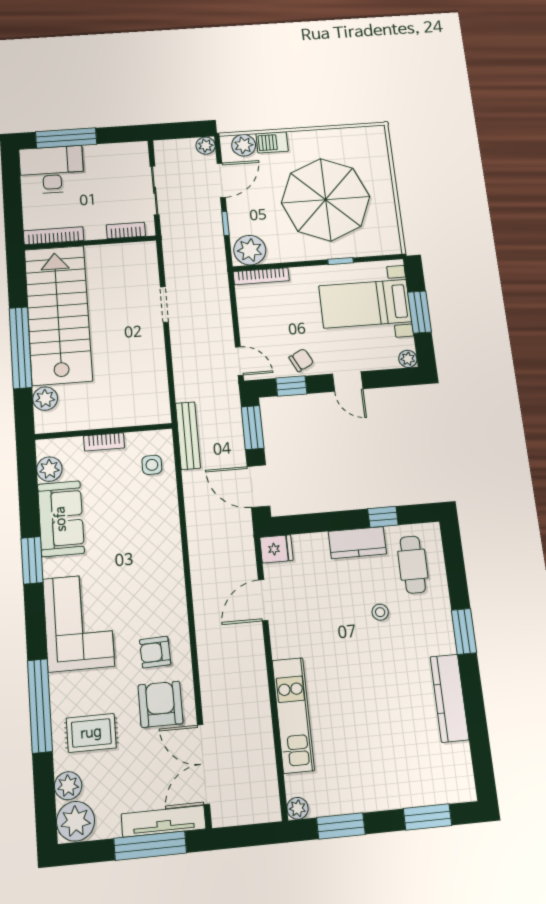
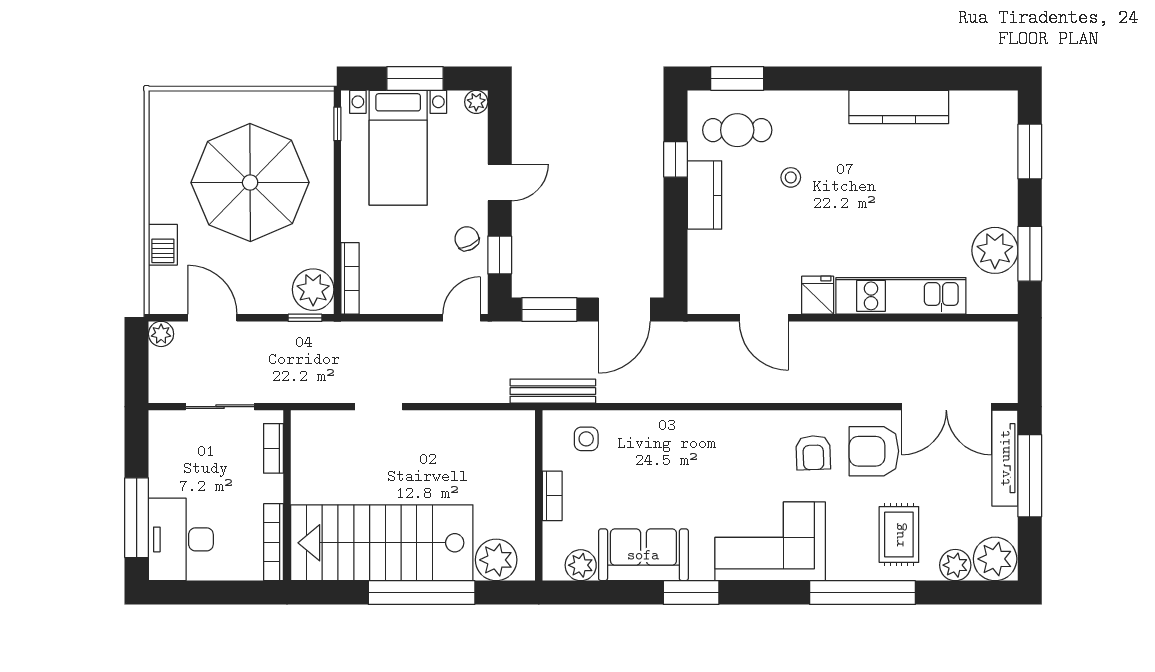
plant: (244, 145) -> (164, 283), removed
window: (225, 223) -> (305, 318), moved
window: (341, 261) -> (337, 124), moved
plant: (45, 399) -> (496, 560), width x1.36, depth x1.36
fridge: (276, 549) -> (818, 295), moved
window: (464, 631) -> (737, 78), moved
plant: (298, 808) -> (995, 250), moved, width x1.87, depth x1.87

